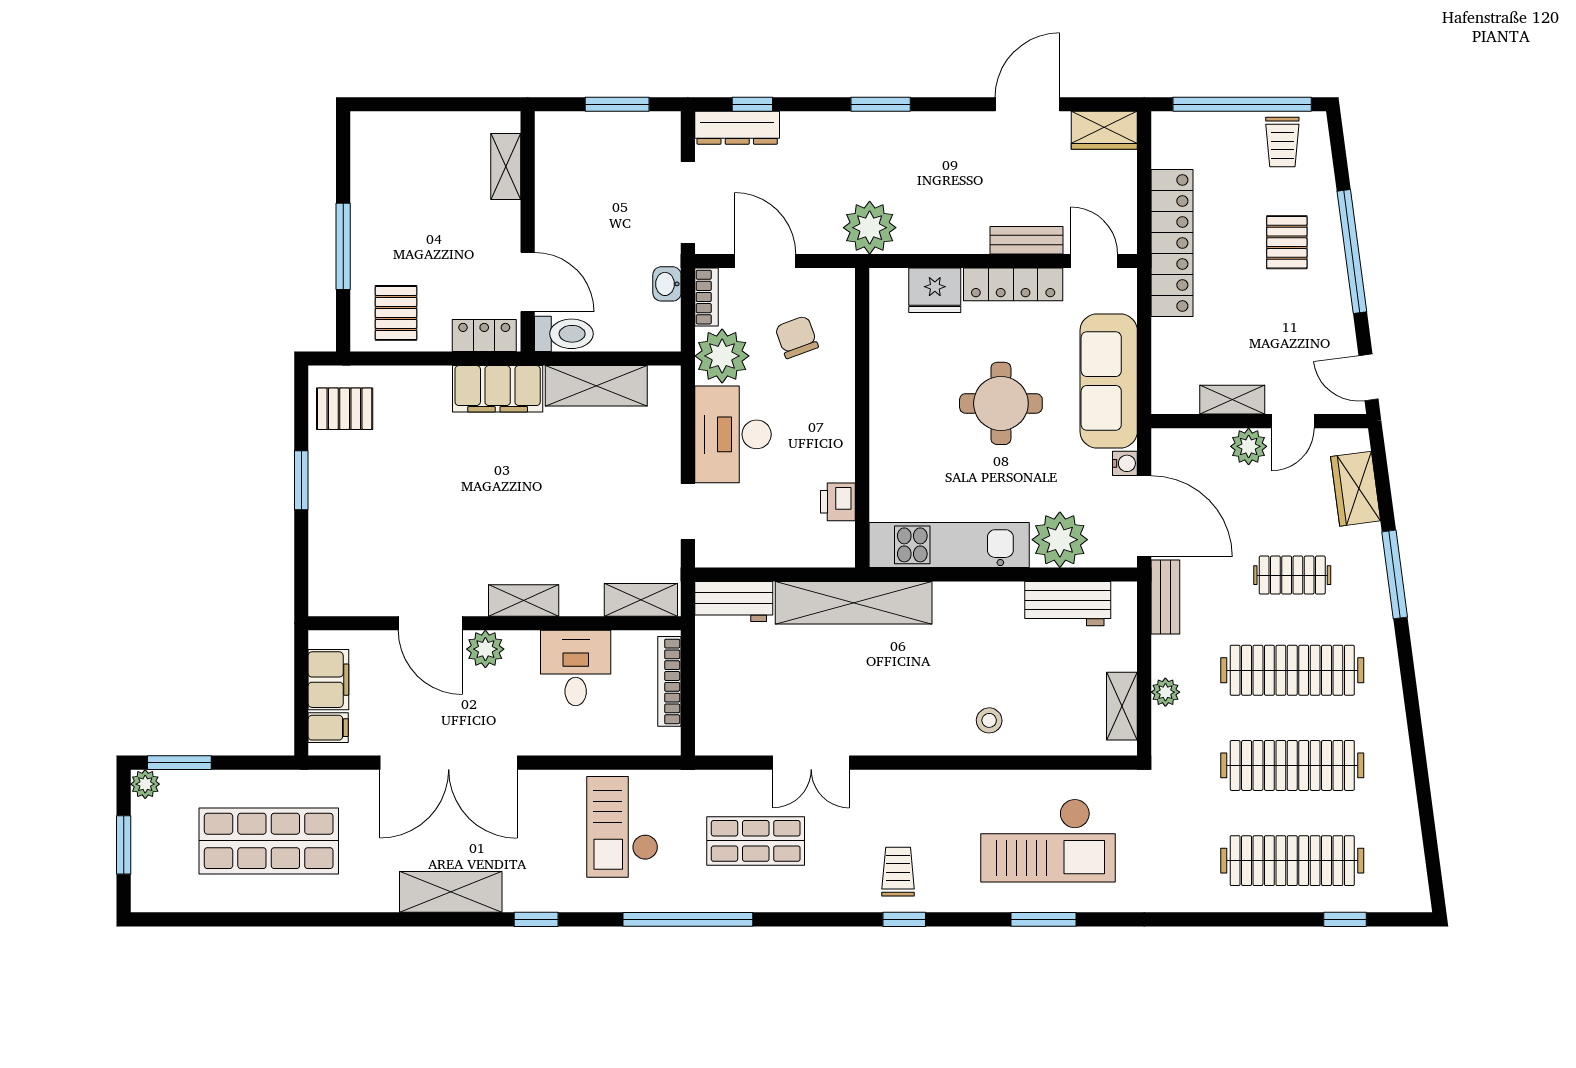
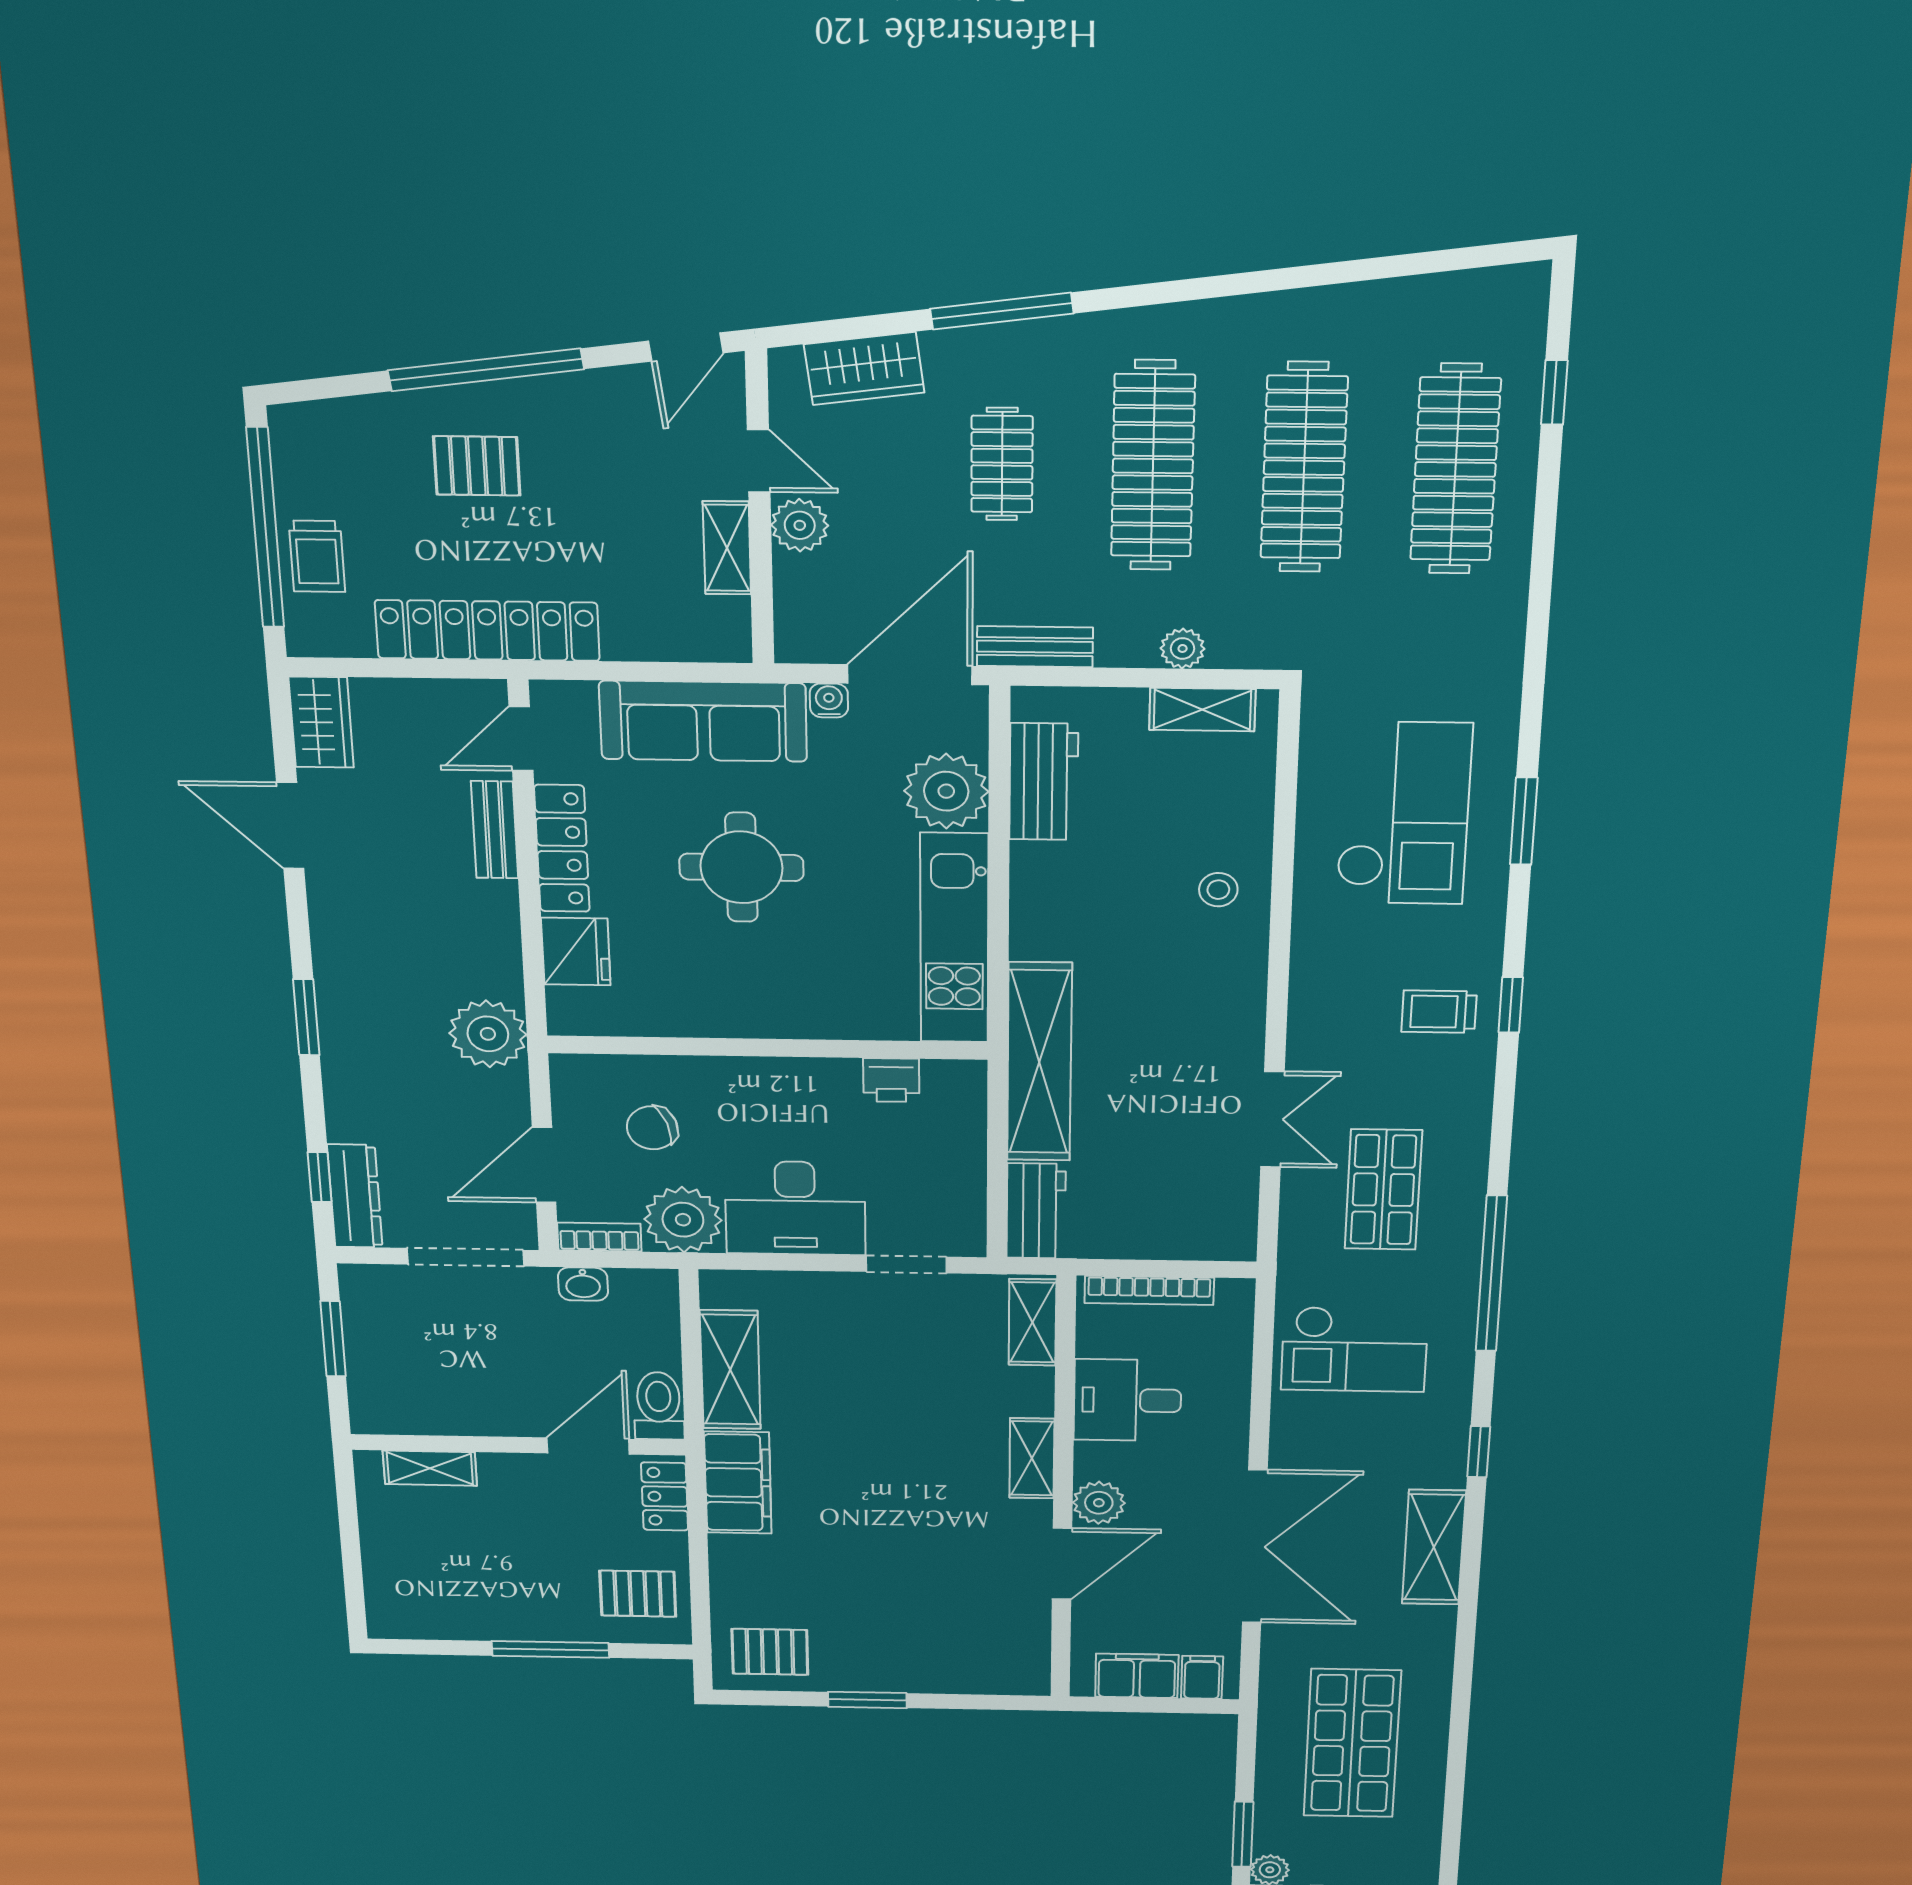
trolley: (1282, 142) -> (317, 556), moved, turned 90
pallet: (345, 409) -> (770, 1652), turned 90

